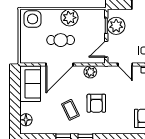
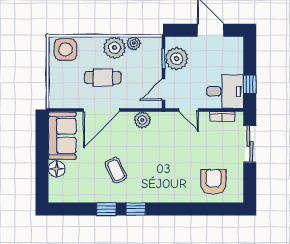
plant: (84, 14) -> (134, 43), added
armchair: (96, 103) -> (150, 162), removed
floor lamp: (26, 120) -> (57, 169), moved

